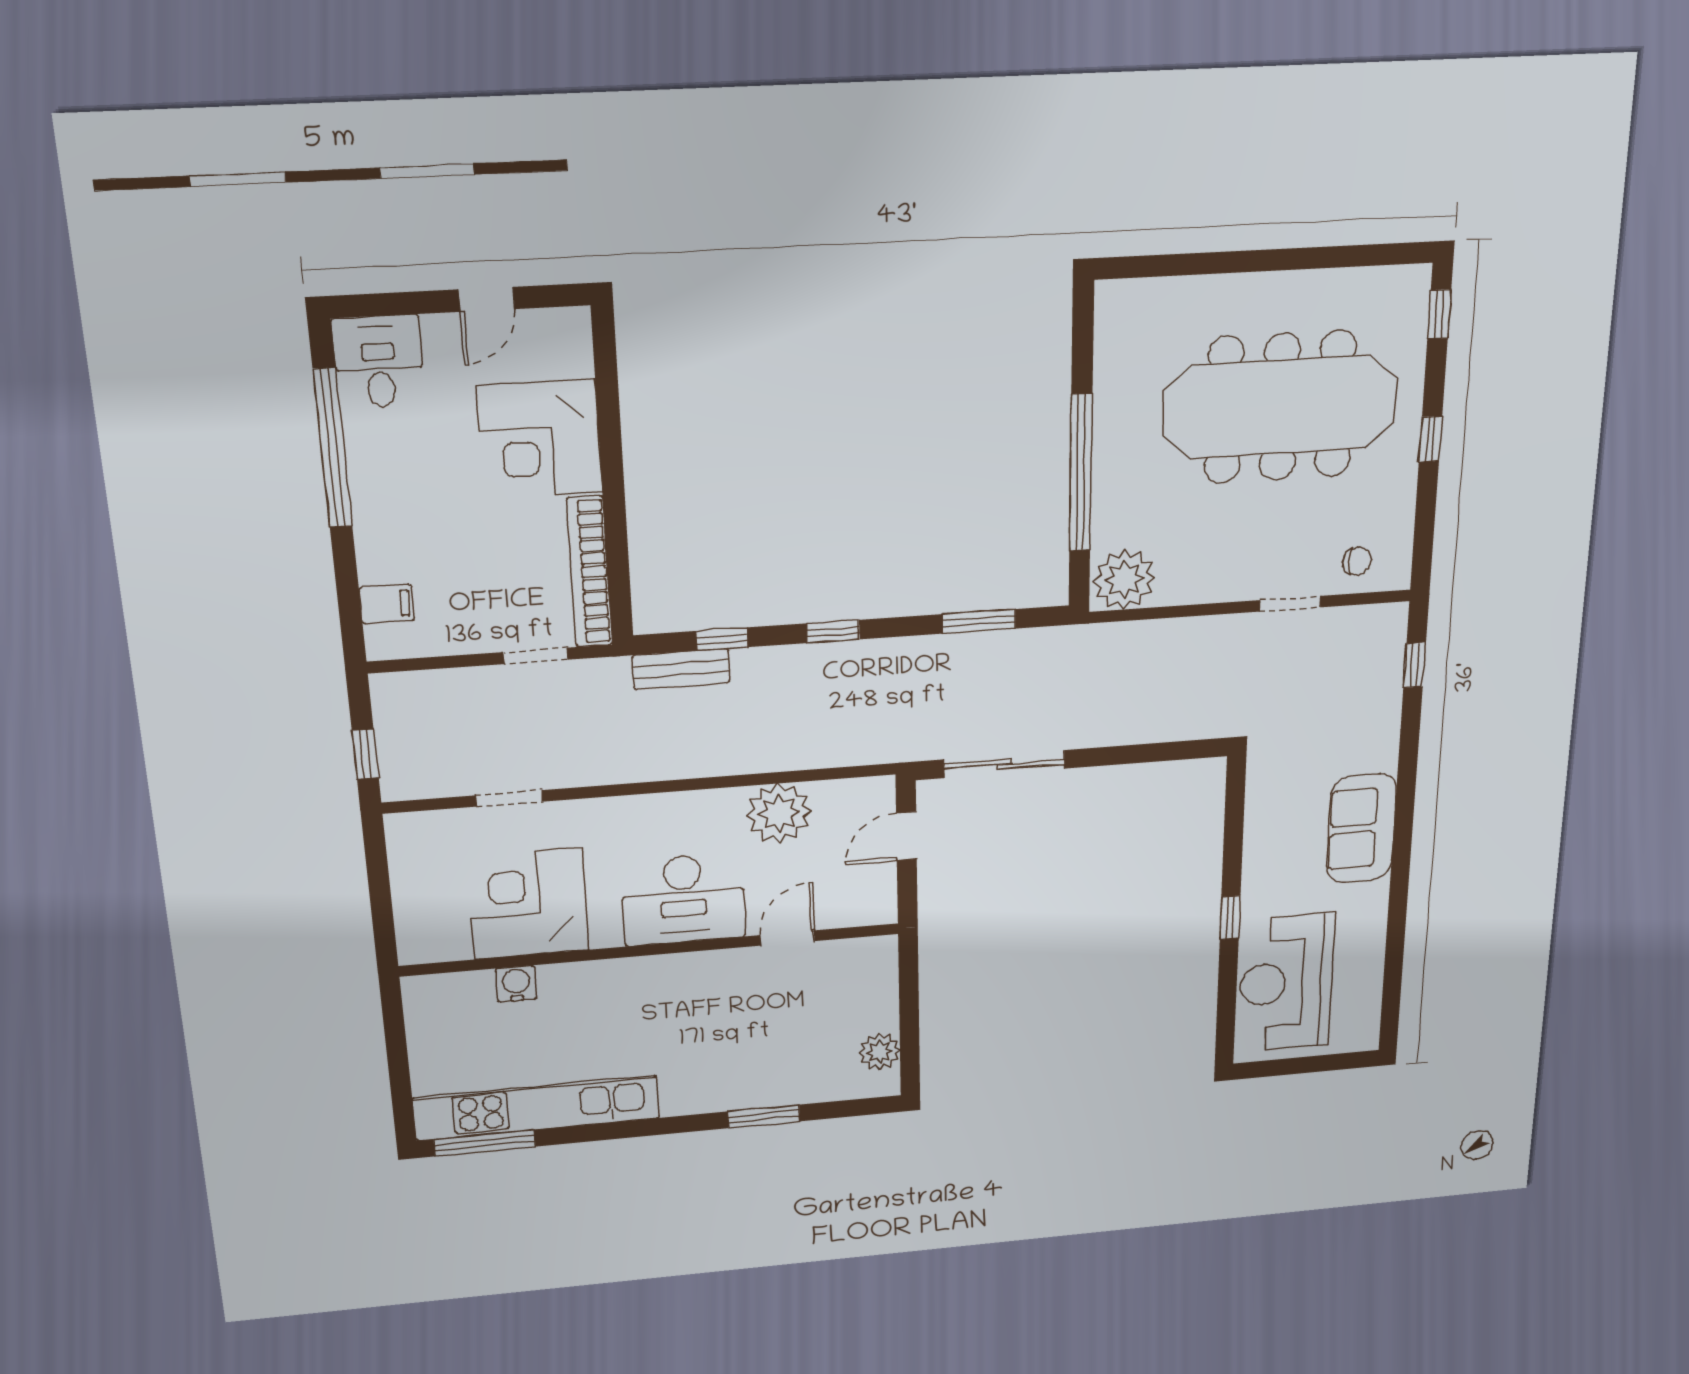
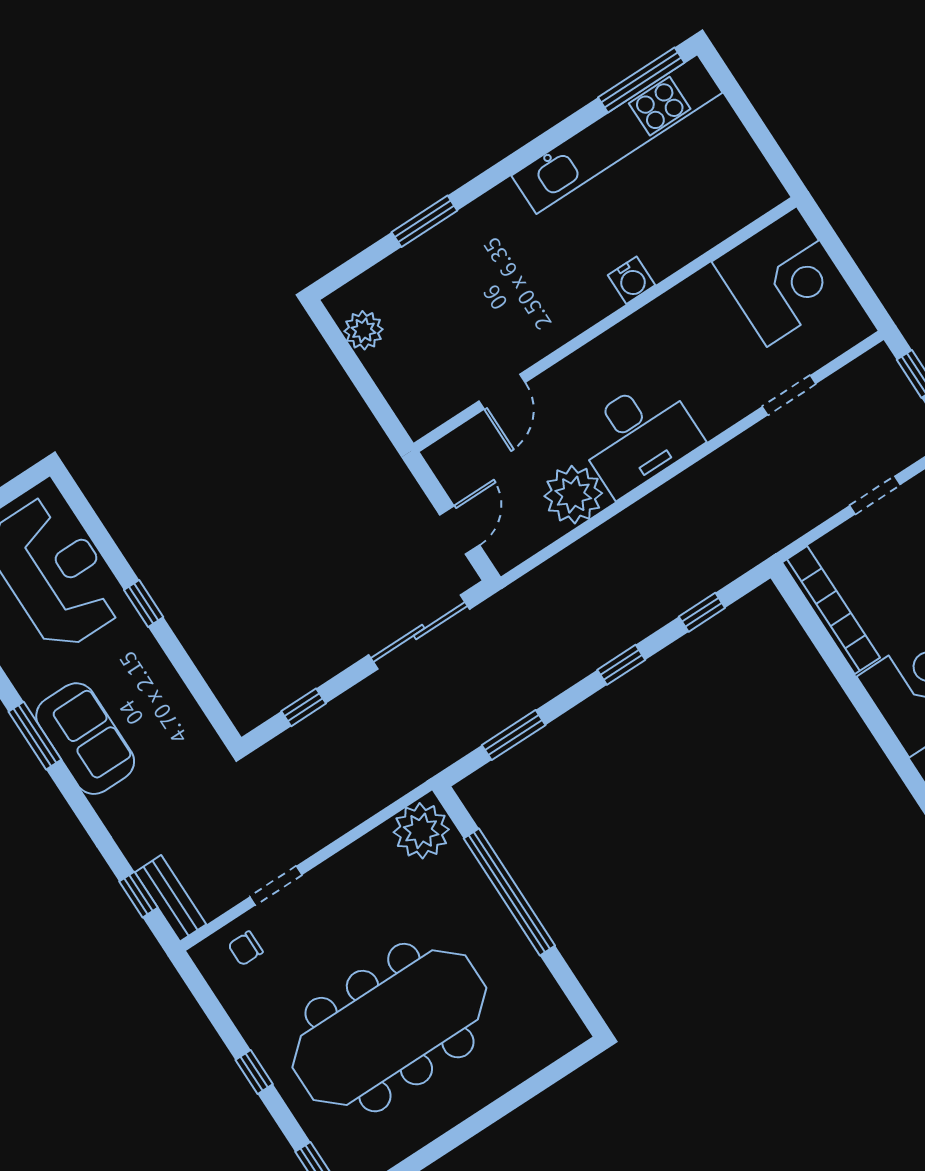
doorway: (536, 656) -> (875, 495), moved
bench: (681, 669) -> (171, 898), moved, turned 90
window: (1154, 753) -> (304, 707), added
window: (1401, 854) -> (35, 736), added
desk: (683, 899) -> (638, 436), moved, turned 180
corner desk: (528, 904) -> (782, 277), moved
water cooler: (516, 984) -> (631, 280), moved

